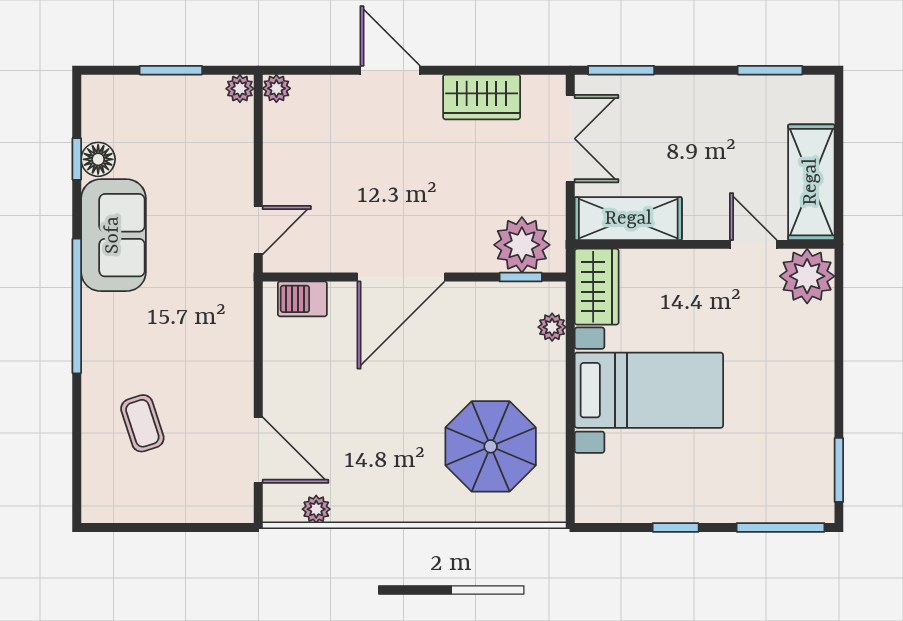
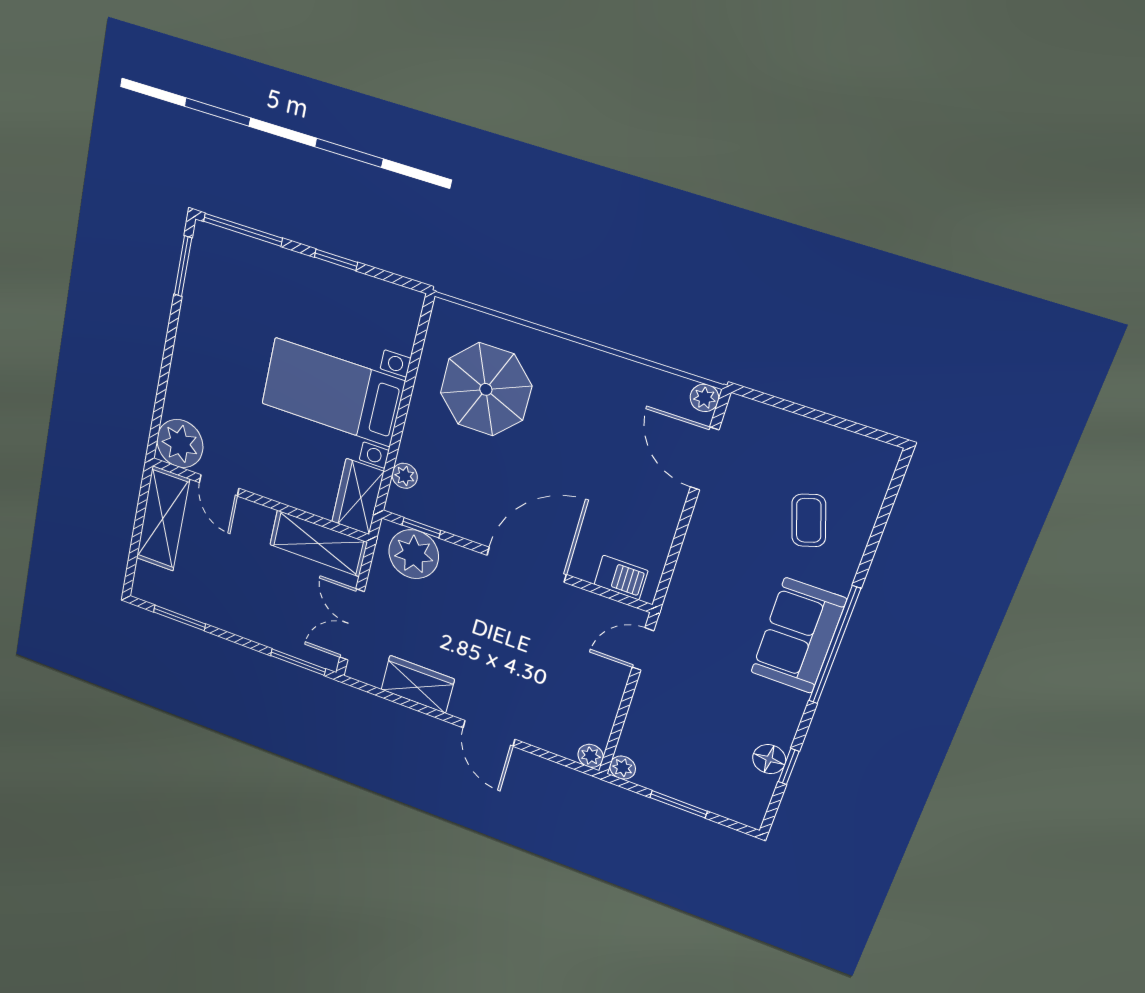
sofa: (113, 235) -> (798, 636), moved
plant: (316, 509) -> (704, 398), moved

